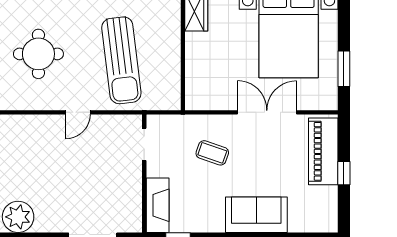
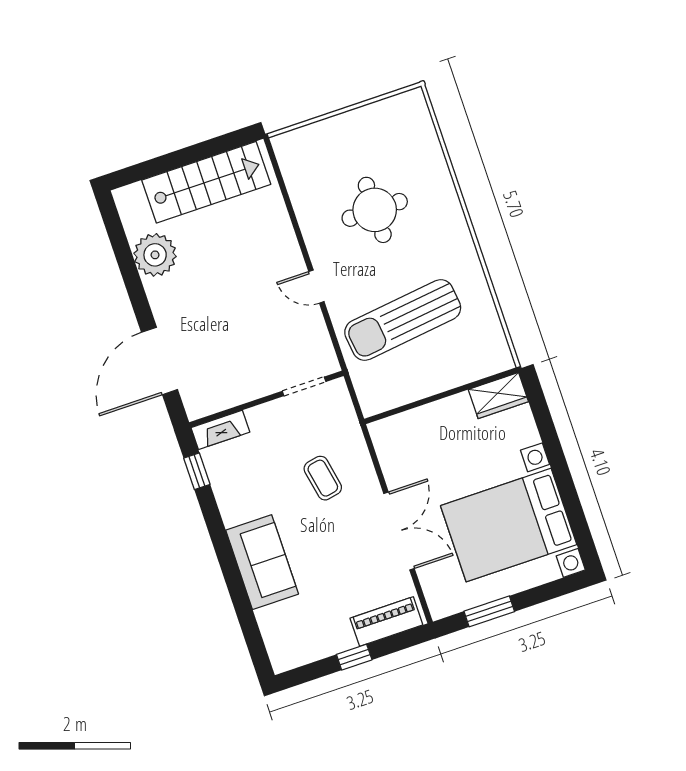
piano: (323, 151) -> (386, 622), width x0.73, depth x0.75
coffee table: (212, 153) -> (323, 478), turned -30
fireplace: (158, 205) -> (220, 430), width x0.73, depth x0.76

